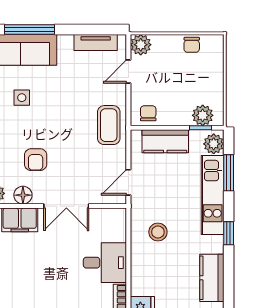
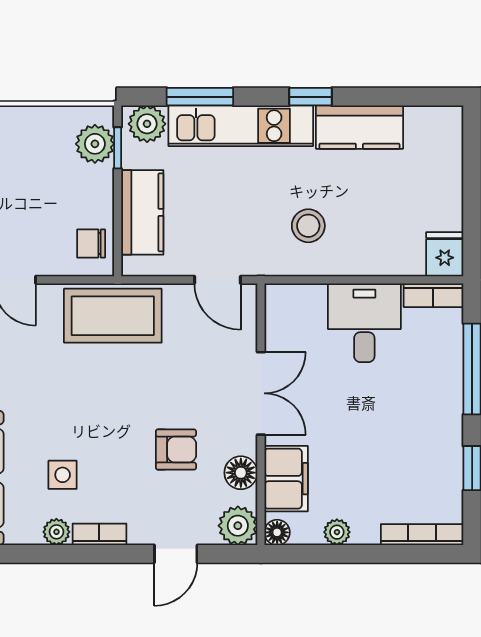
coffee table: (109, 125) -> (113, 316), width x1.36, depth x1.32
kitchen counter: (212, 278) -> (359, 127), moved

